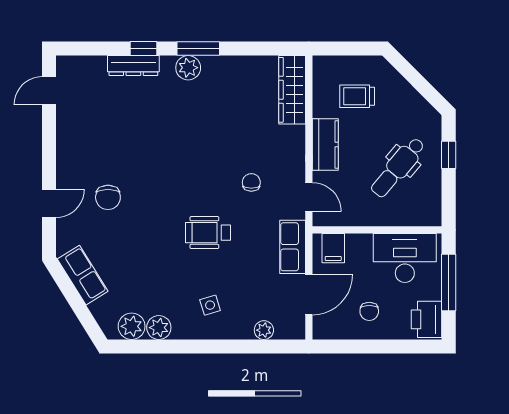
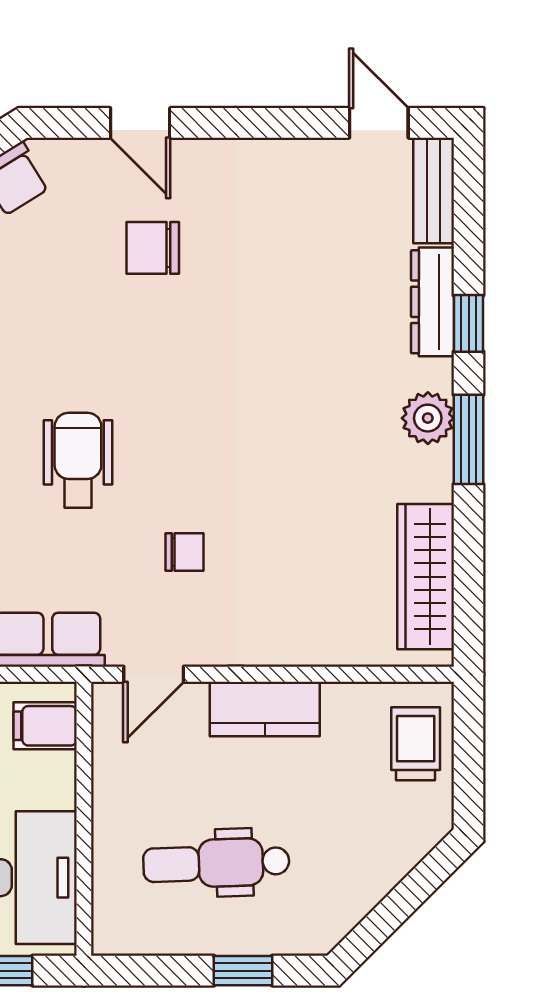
bench: (81, 65) -> (434, 190), added
wardrobe: (292, 90) -> (426, 577), moved, turned -90
trolley: (357, 96) -> (416, 744), moved
dental chair: (398, 167) -> (216, 863), turned -42

